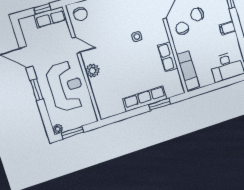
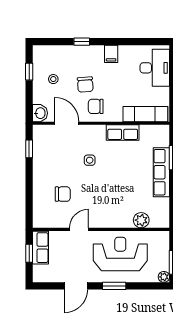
chair: (81, 14) -> (63, 194), moved
plant: (92, 71) -> (141, 220), moved

